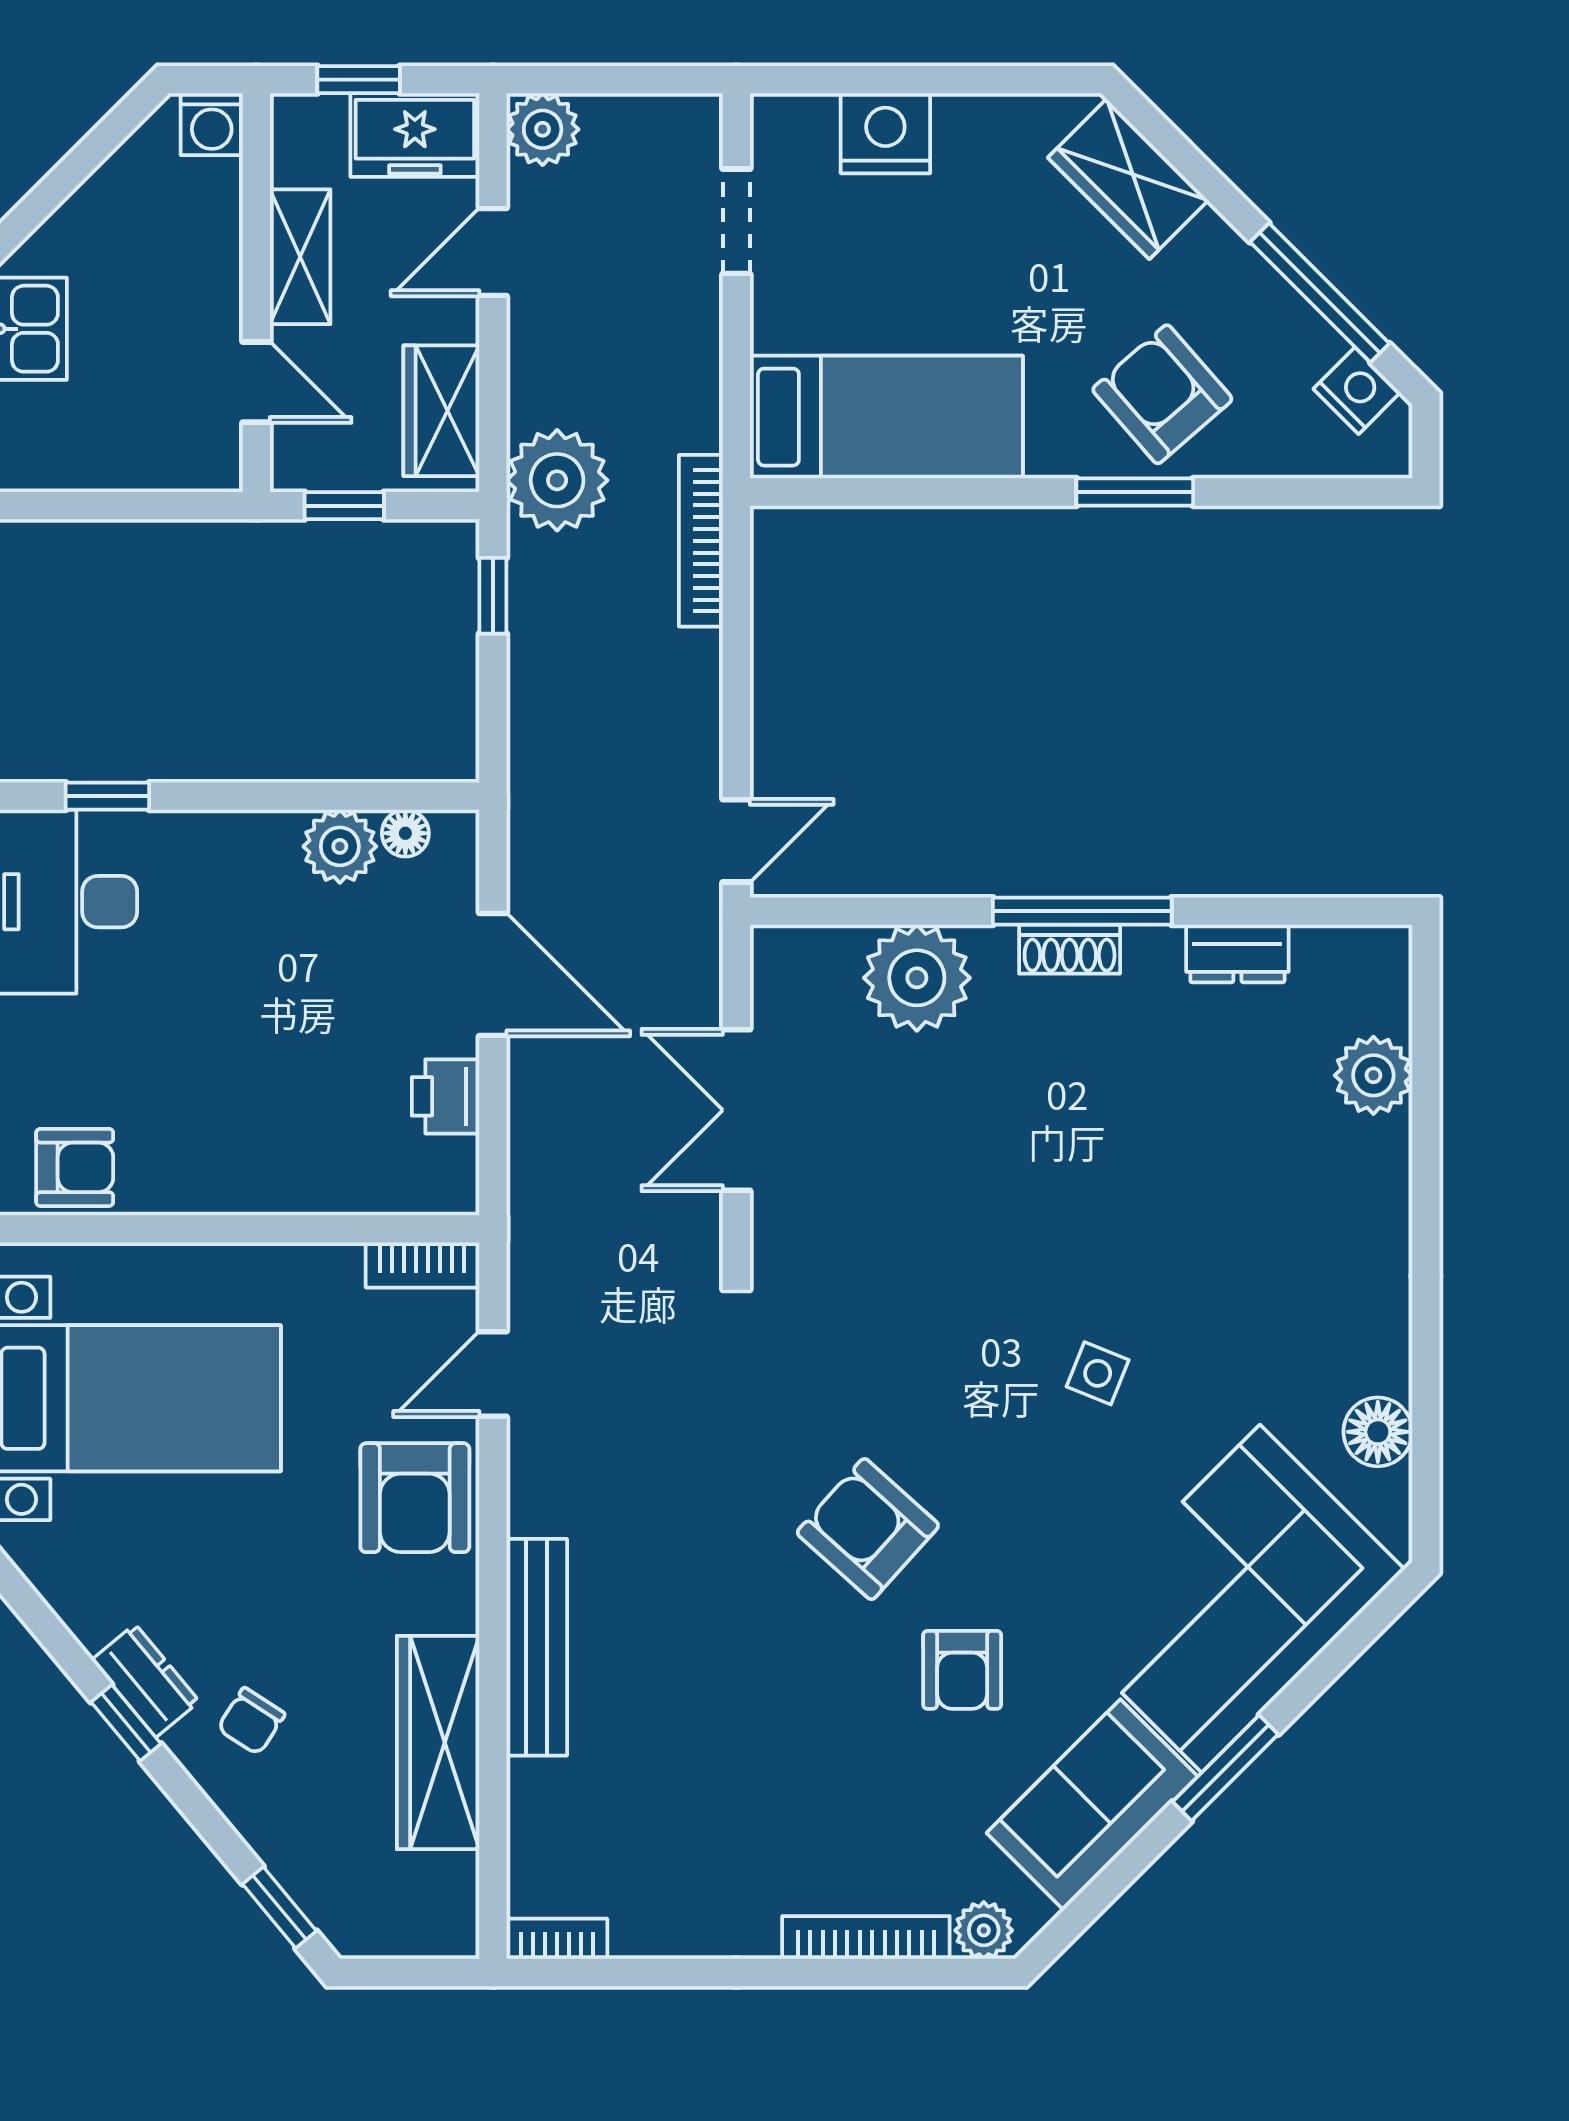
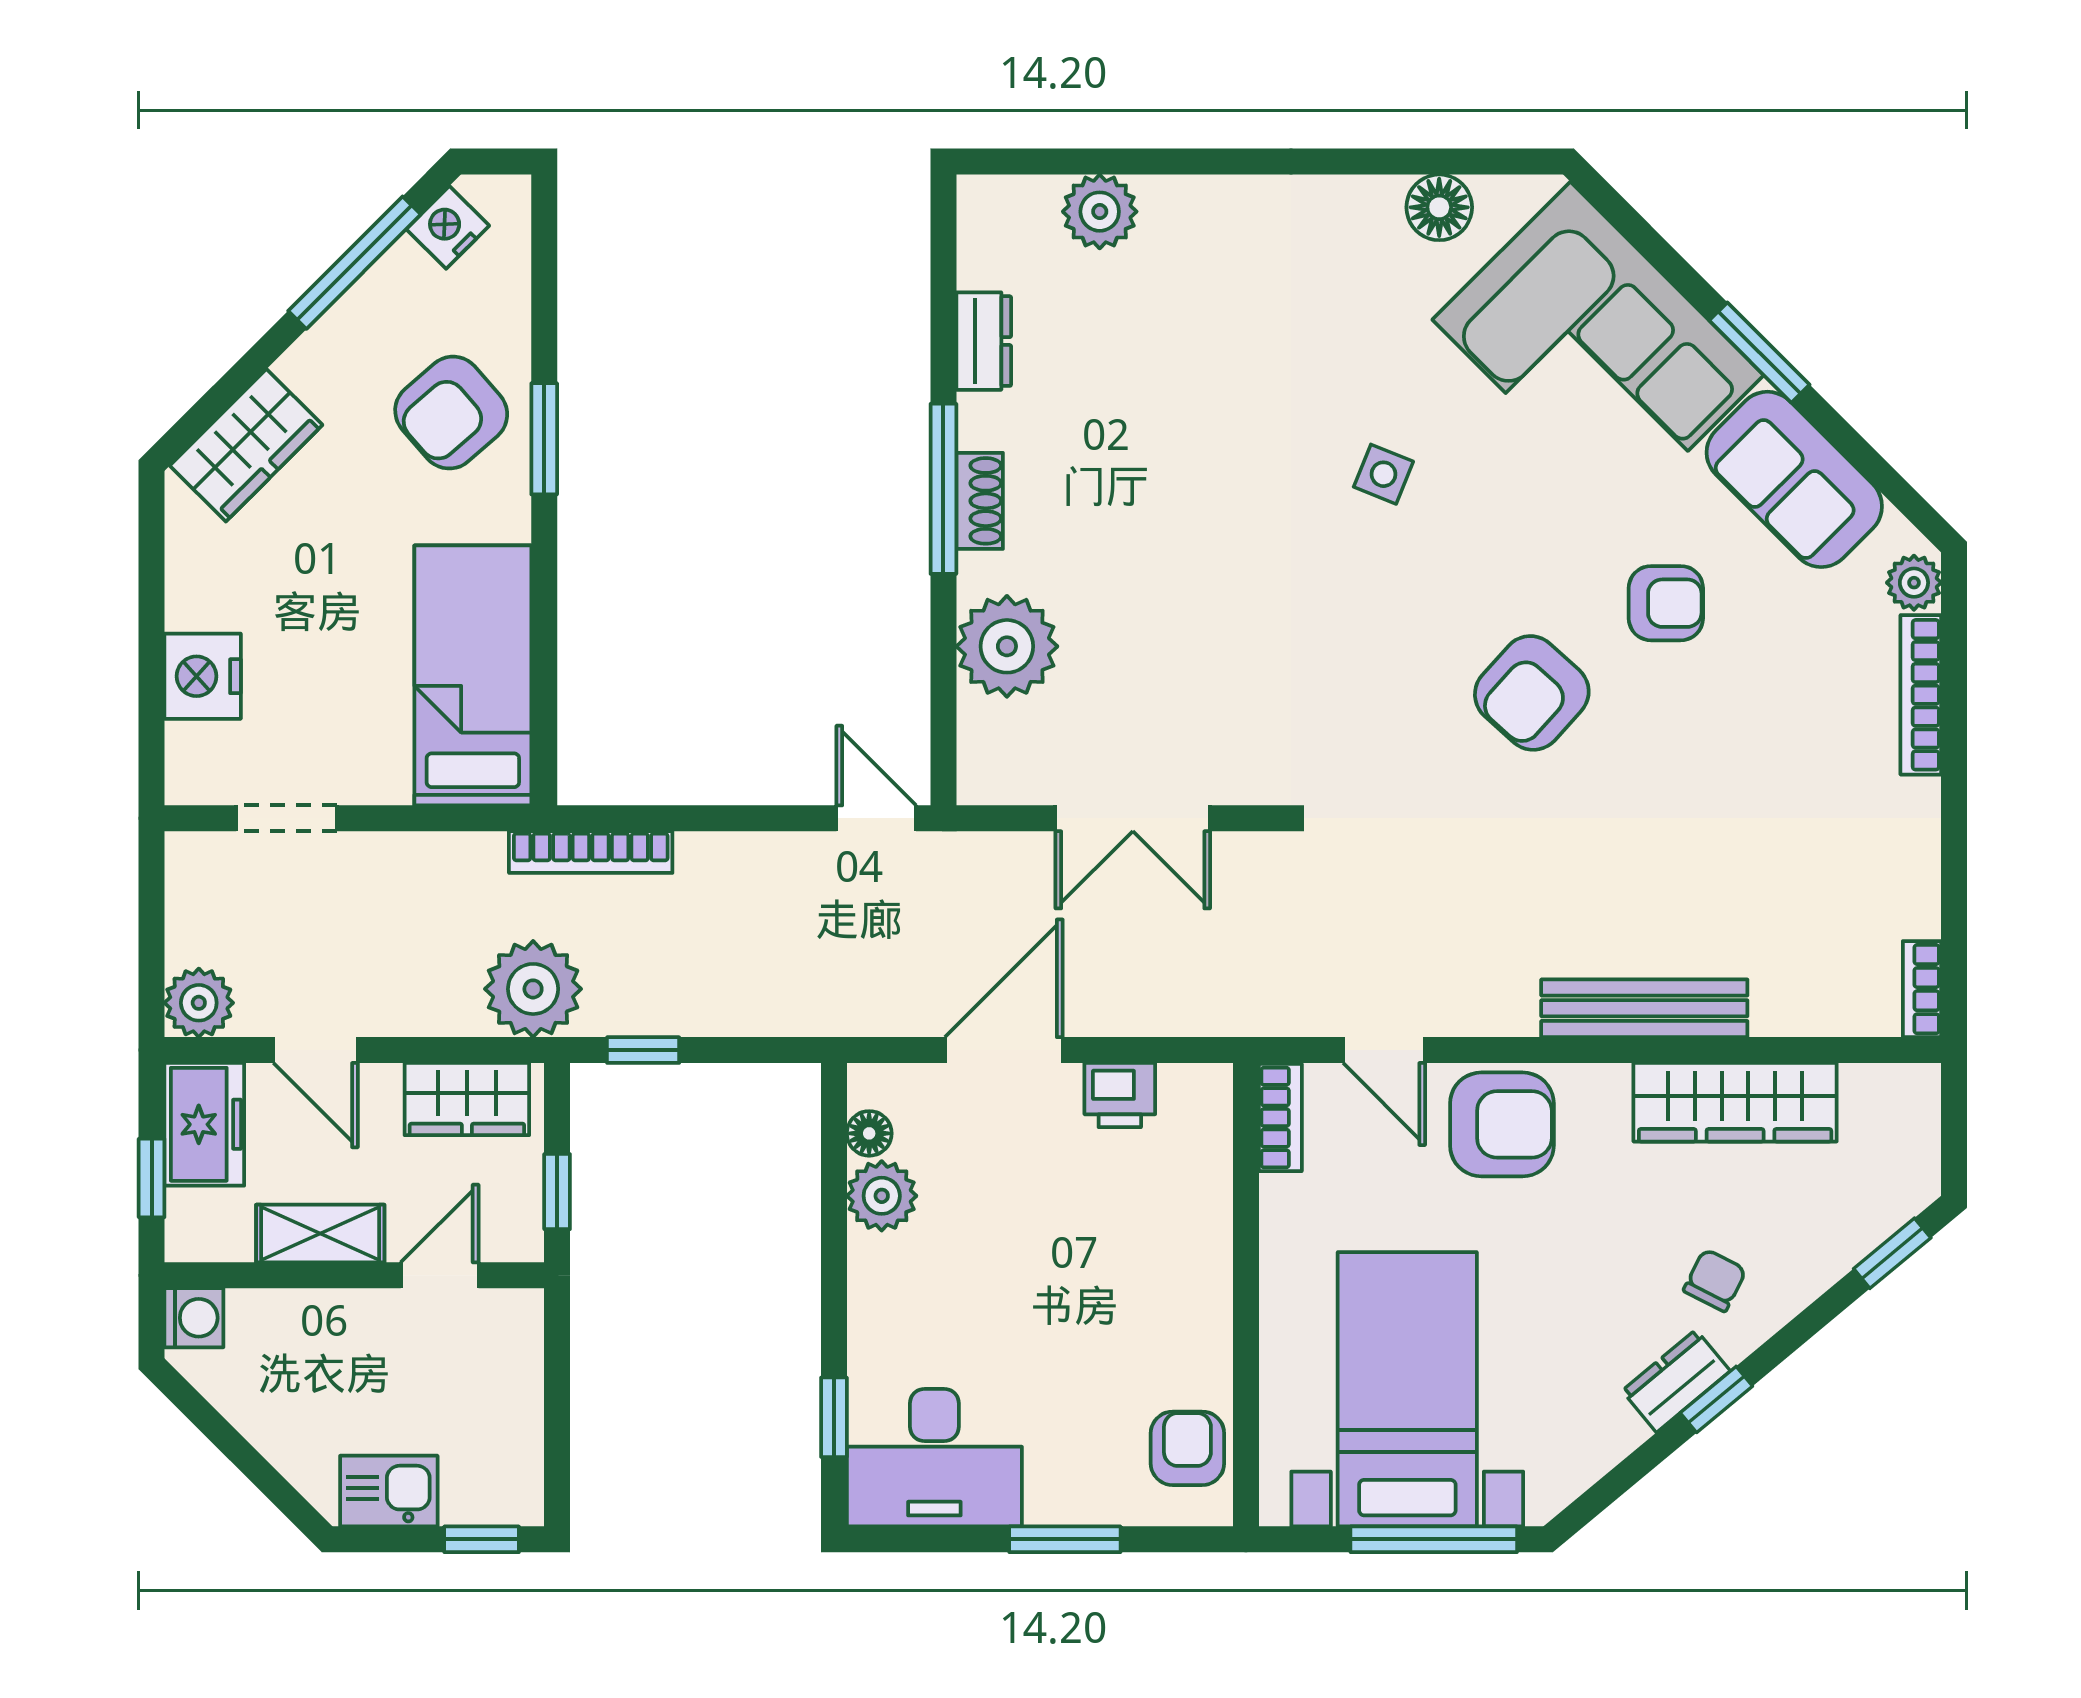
chair: (251, 1721) -> (1715, 1280), turned -96

